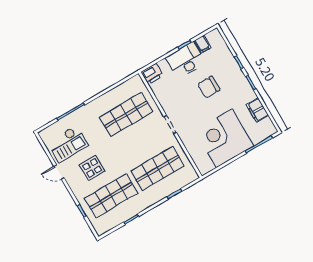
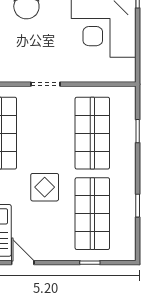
display table: (92, 168) -> (45, 187), moved
door: (59, 172) -> (23, 263), swing flipped

